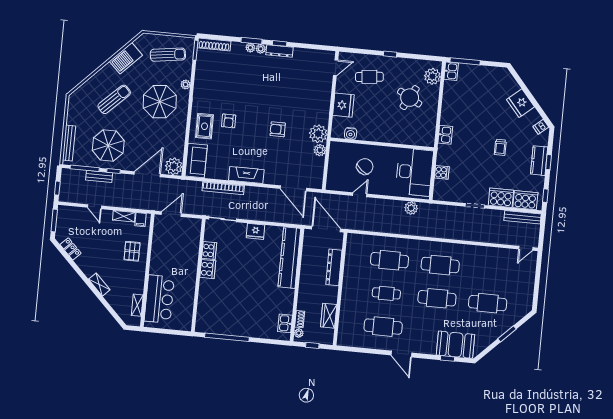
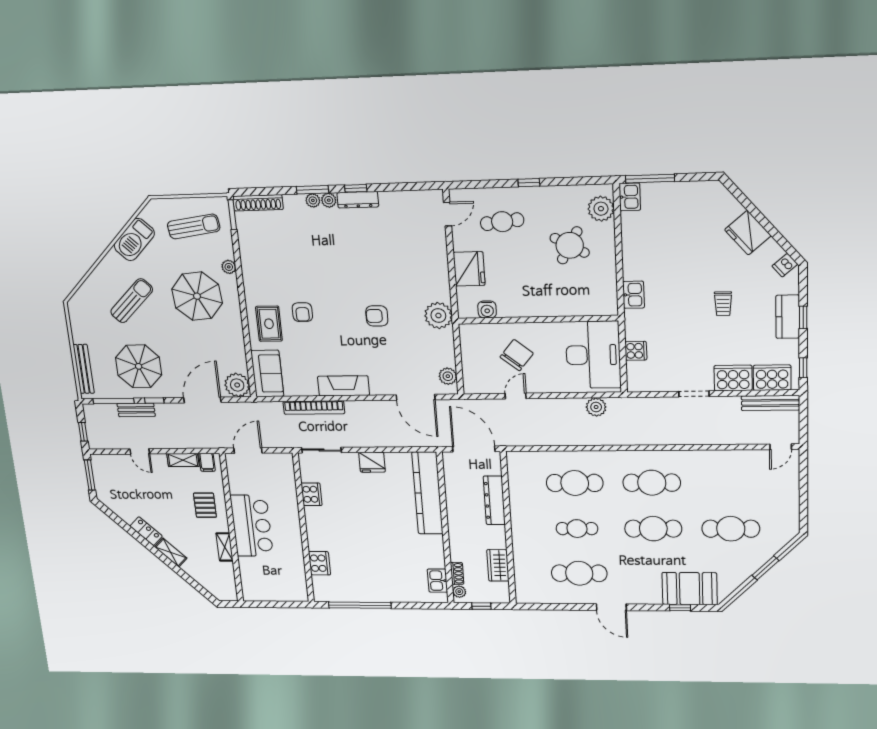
plant: (320, 150) -> (448, 376), moved
locker: (71, 249) -> (146, 531), moved
cooker: (208, 269) -> (319, 563), moved
bar counter: (159, 299) -> (252, 526), moved
shelving: (137, 305) -> (225, 547), moved

